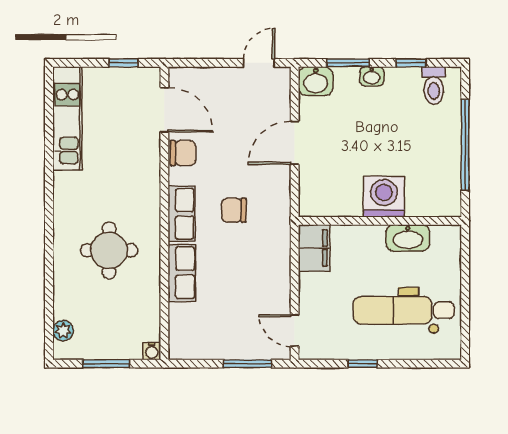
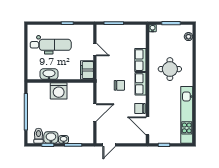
washbasin: (316, 81) -> (51, 137), moved
kitchen unit: (67, 118) -> (187, 115), width x1.36
door: (295, 330) -> (95, 49), moved

